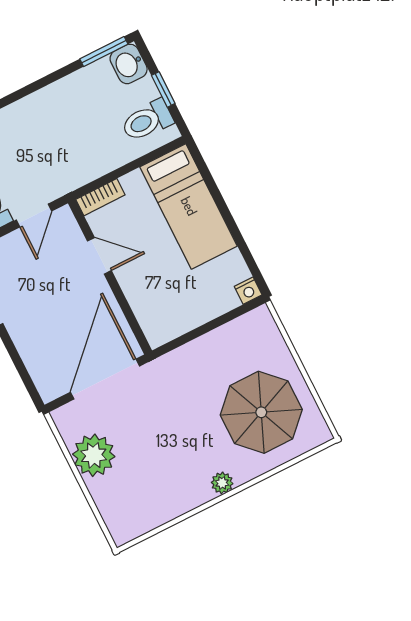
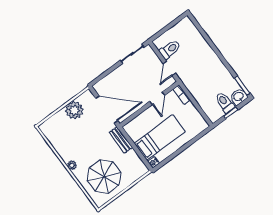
toilet: (147, 121) -> (225, 102), moved
bed: (189, 206) -> (160, 137), moved, turned 180
door: (34, 215) -> (169, 68), hinge flipped
bench: (182, 358) -> (121, 140), added

